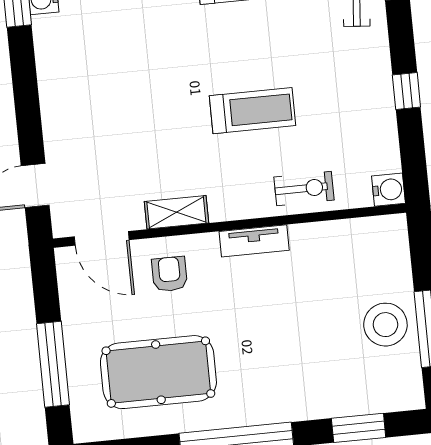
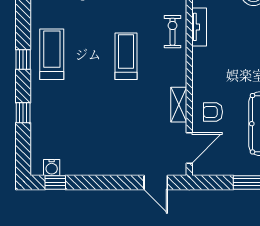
tv unit: (254, 241) -> (199, 27), moved

